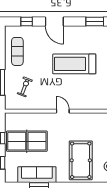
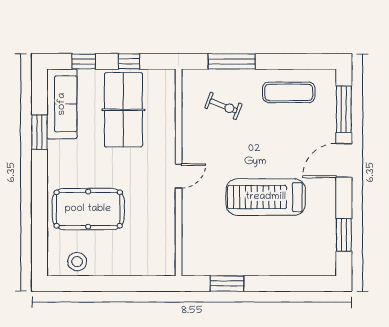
window: (27, 21) -> (344, 109), width x2.17
treadmill: (74, 64) -> (266, 197), turned -90
sofa: (37, 175) -> (62, 104), moved

